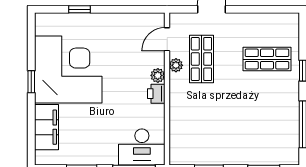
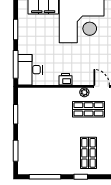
plant: (158, 75) -> (78, 80), removed

